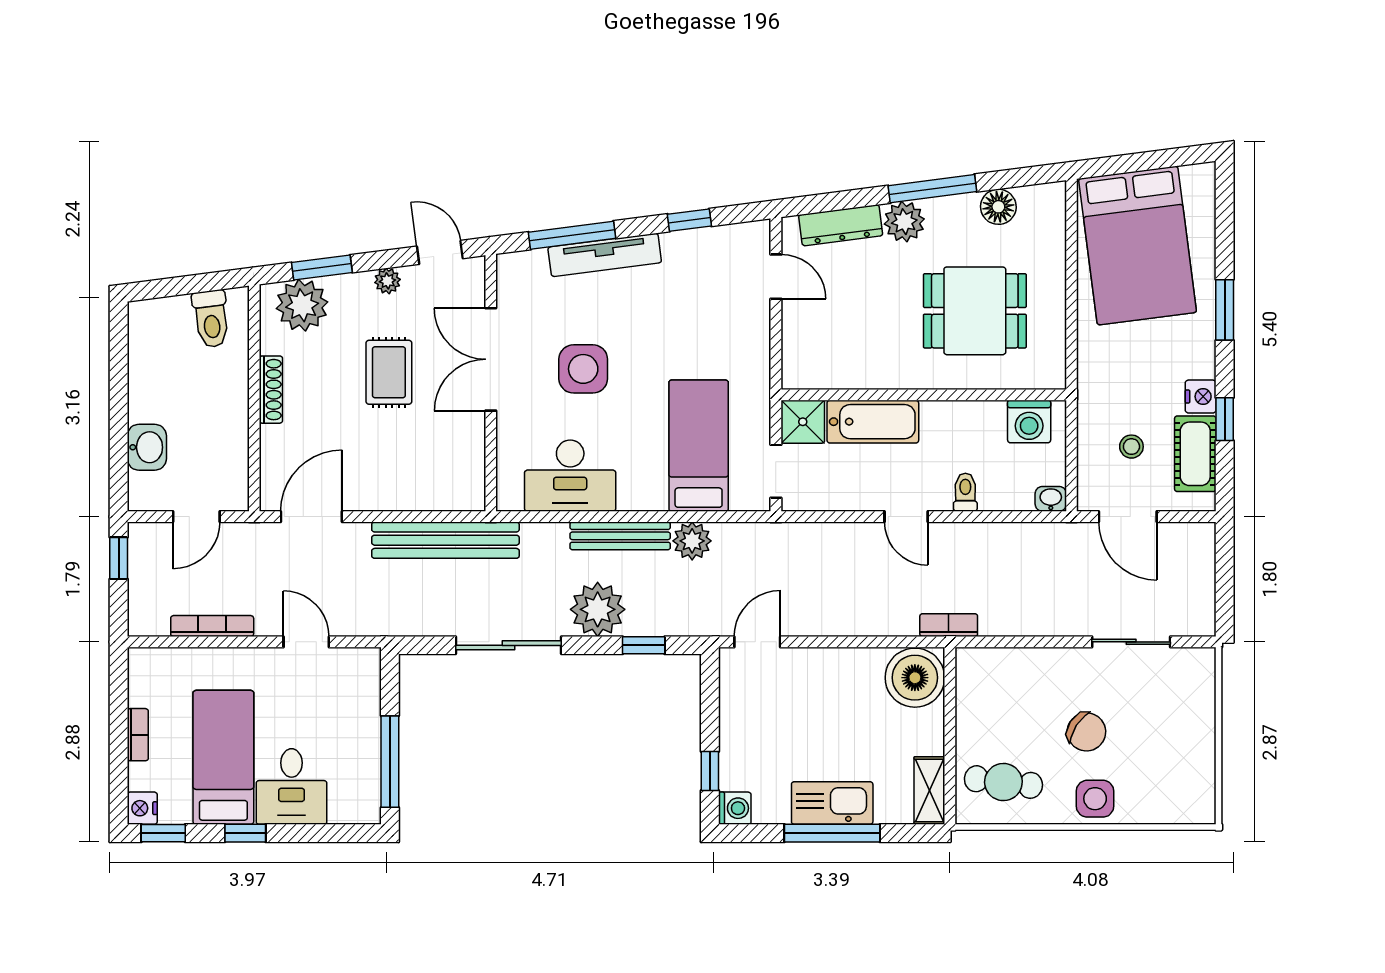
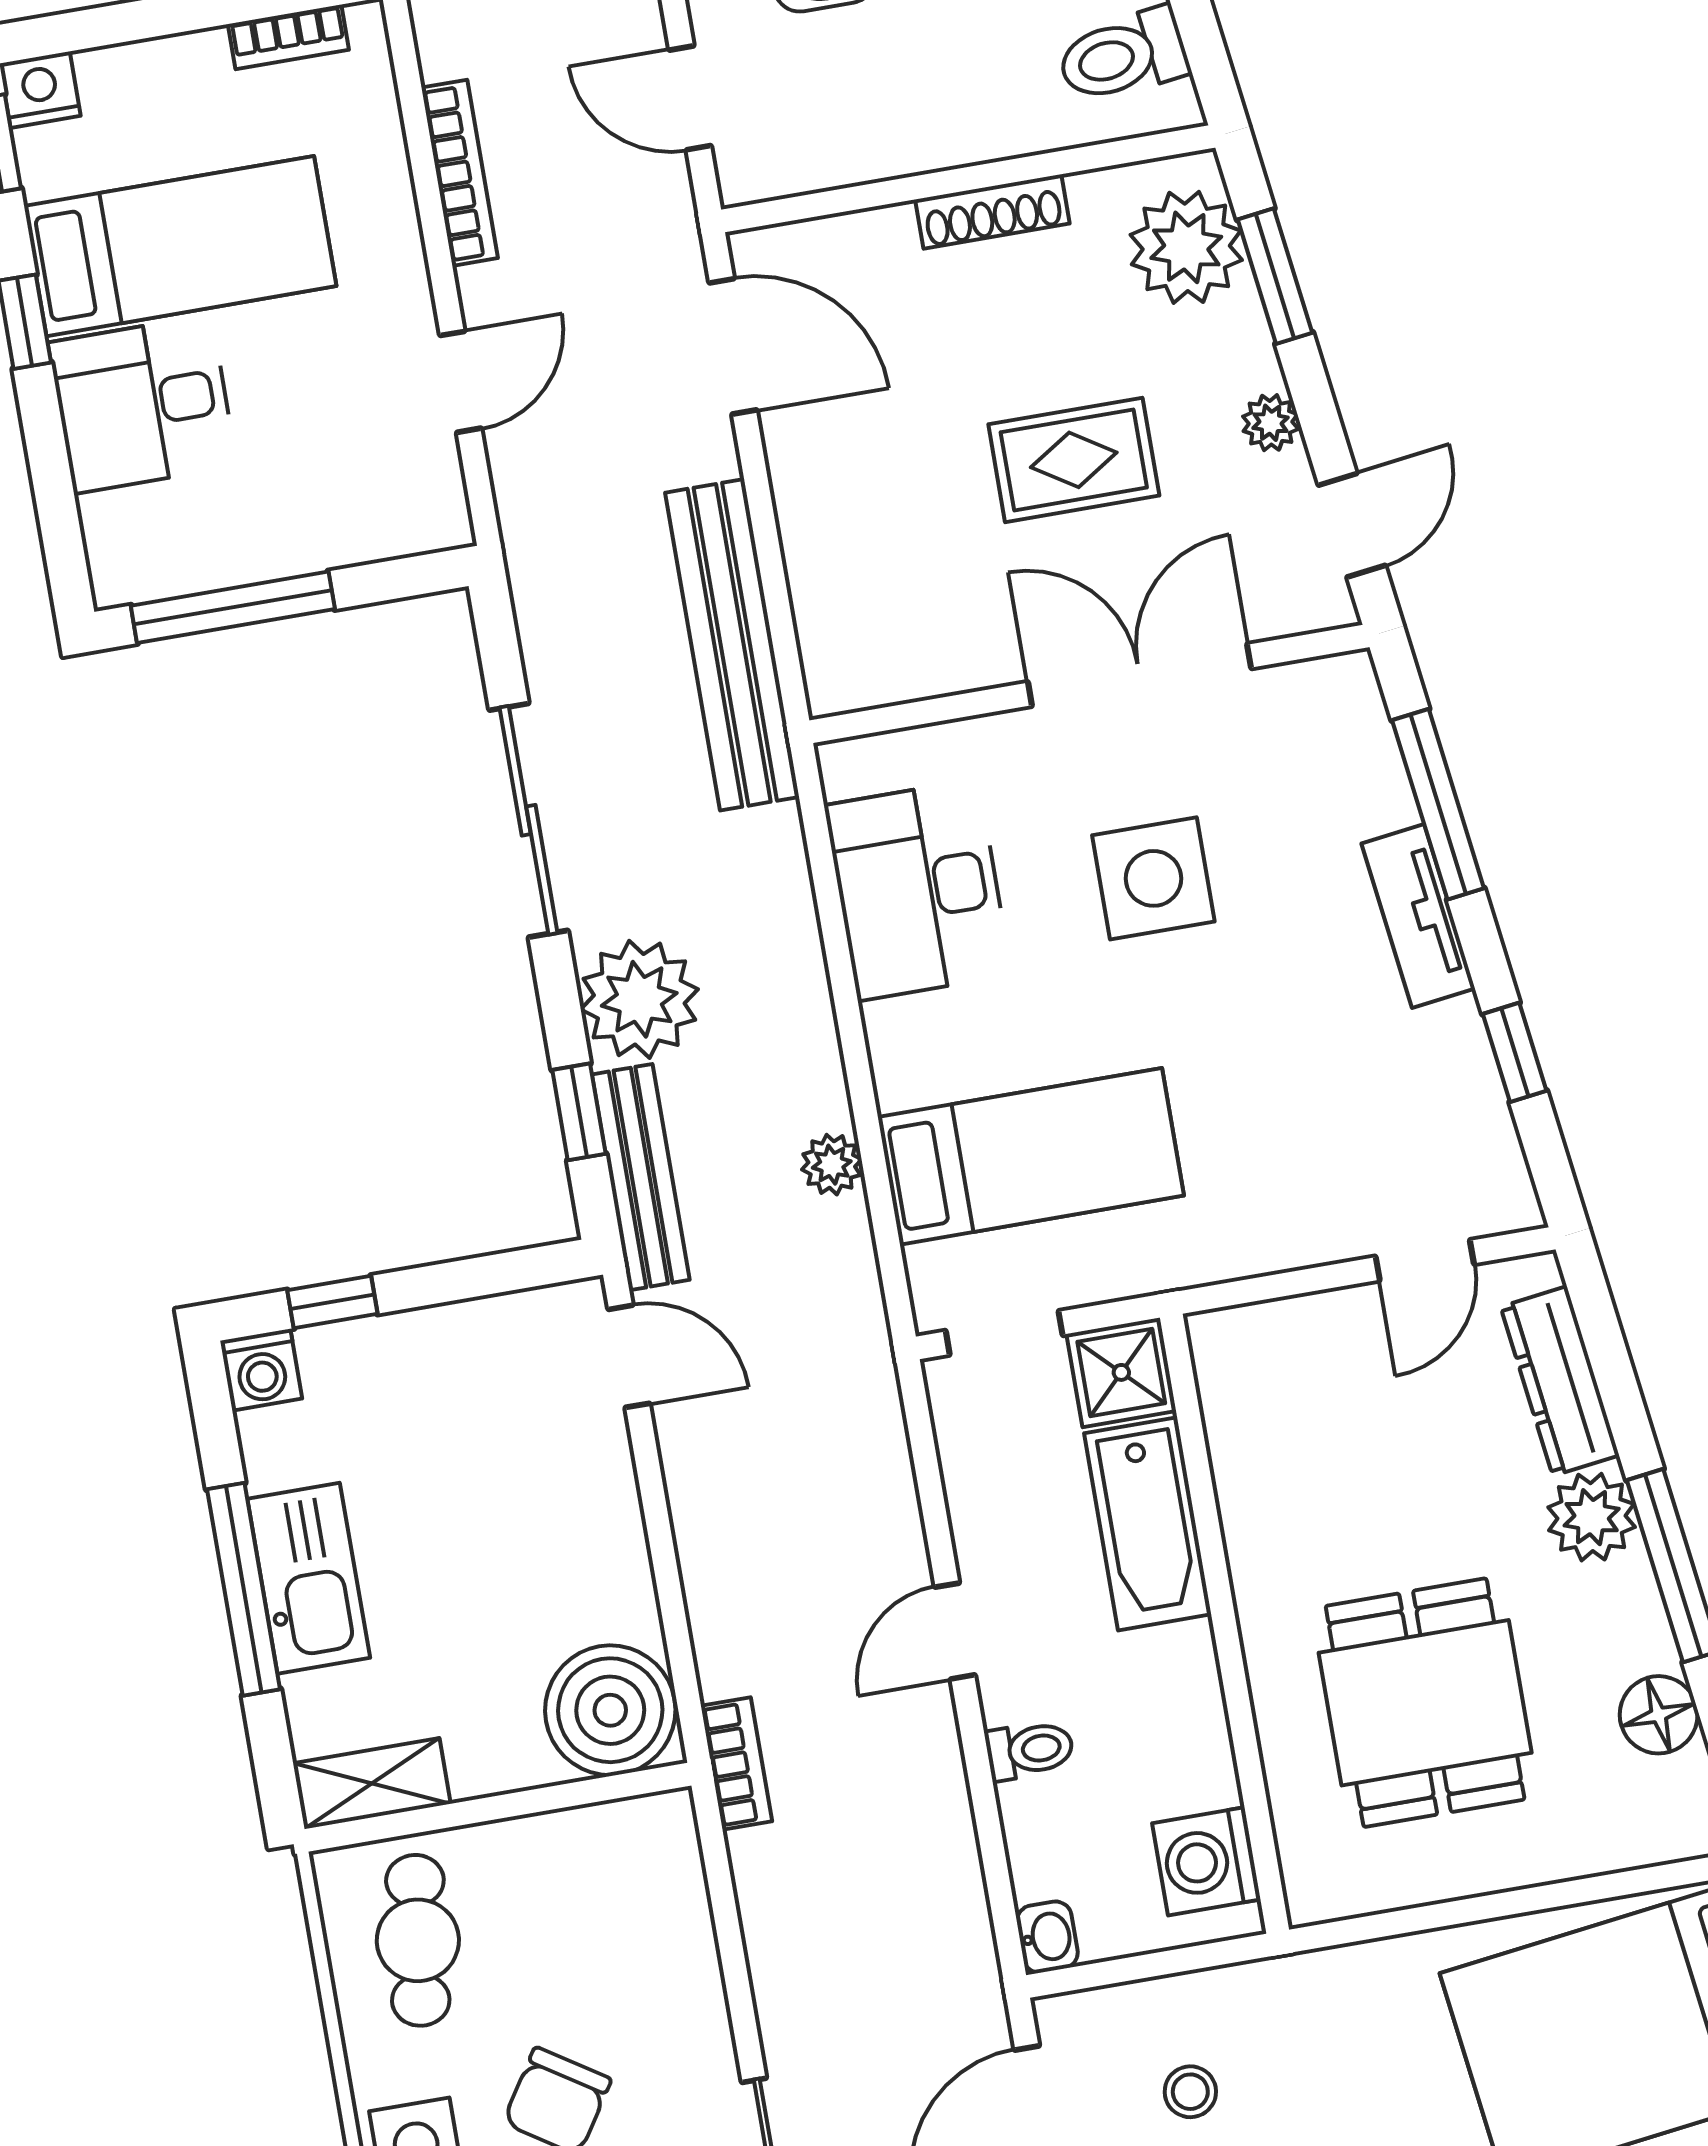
tv unit: (605, 255) -> (1418, 916), width x0.71
bench: (620, 536) -> (641, 1177), moved
plant: (692, 541) -> (832, 1165), width x0.73, depth x0.73
bookcase: (138, 735) -> (288, 37), moved

